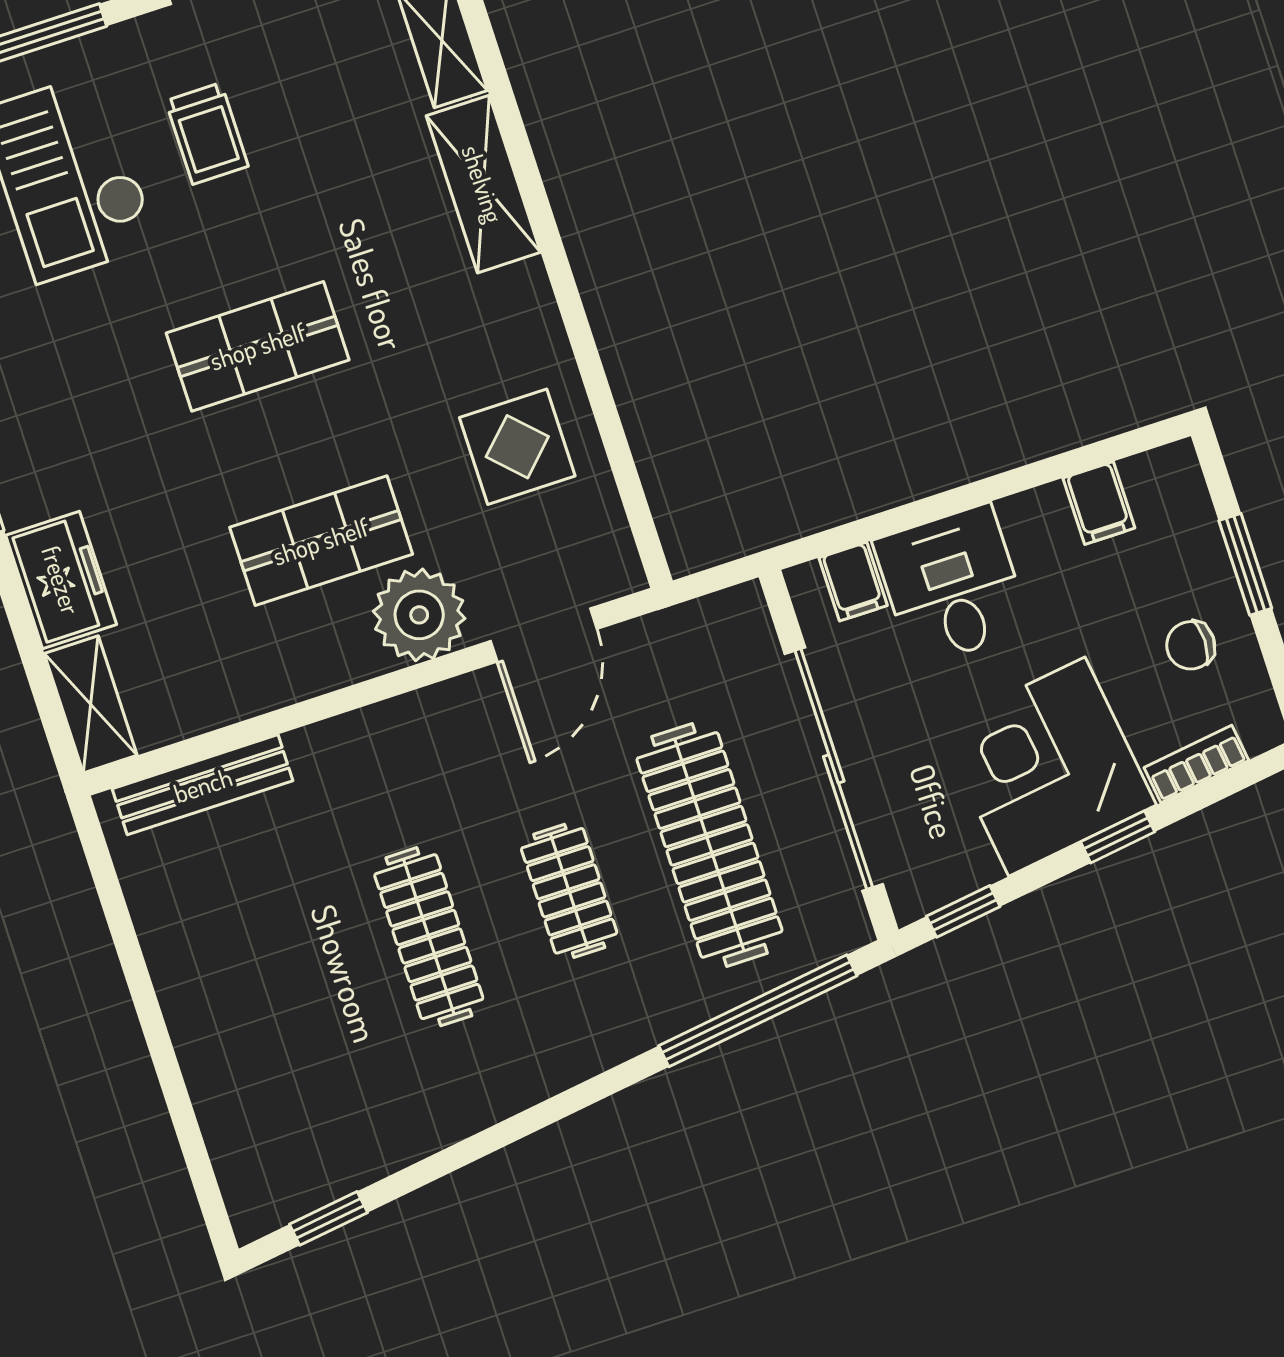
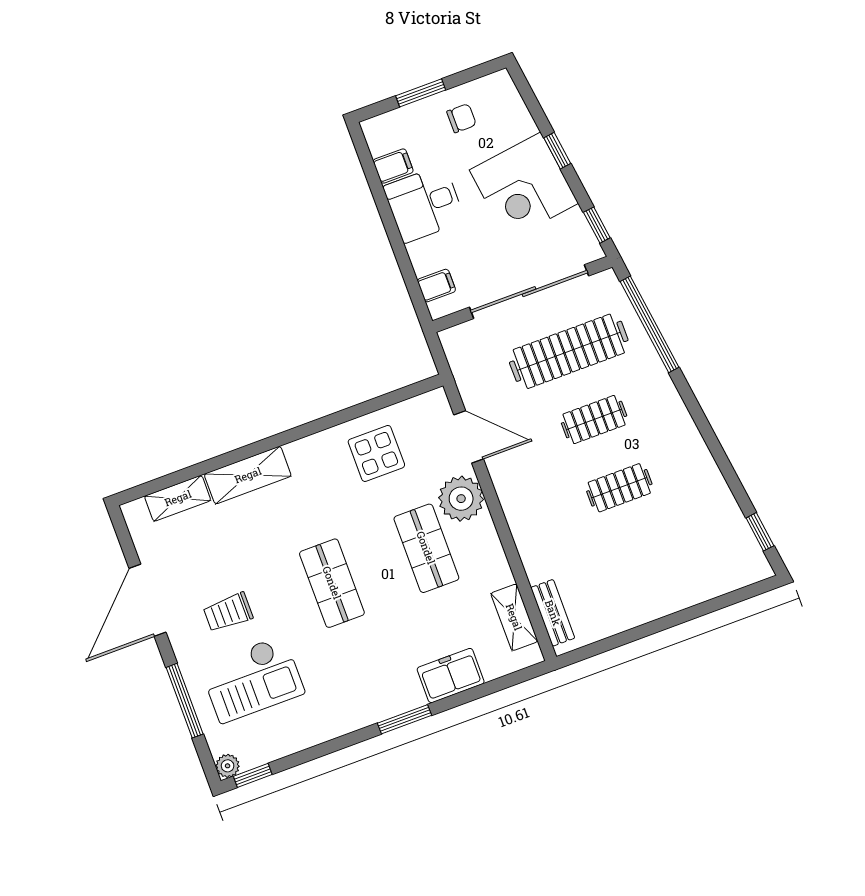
trolley: (207, 134) -> (228, 612), turned 180
desk: (952, 585) -> (424, 204), moved
chair: (1191, 645) -> (461, 118), turned -90
shelving: (91, 704) -> (514, 617), moved, turned 90
bookcase: (1196, 764) -> (520, 113), removed
bench: (203, 785) -> (553, 613), width x0.73
clothes rail: (429, 937) -> (619, 488), width x0.73

